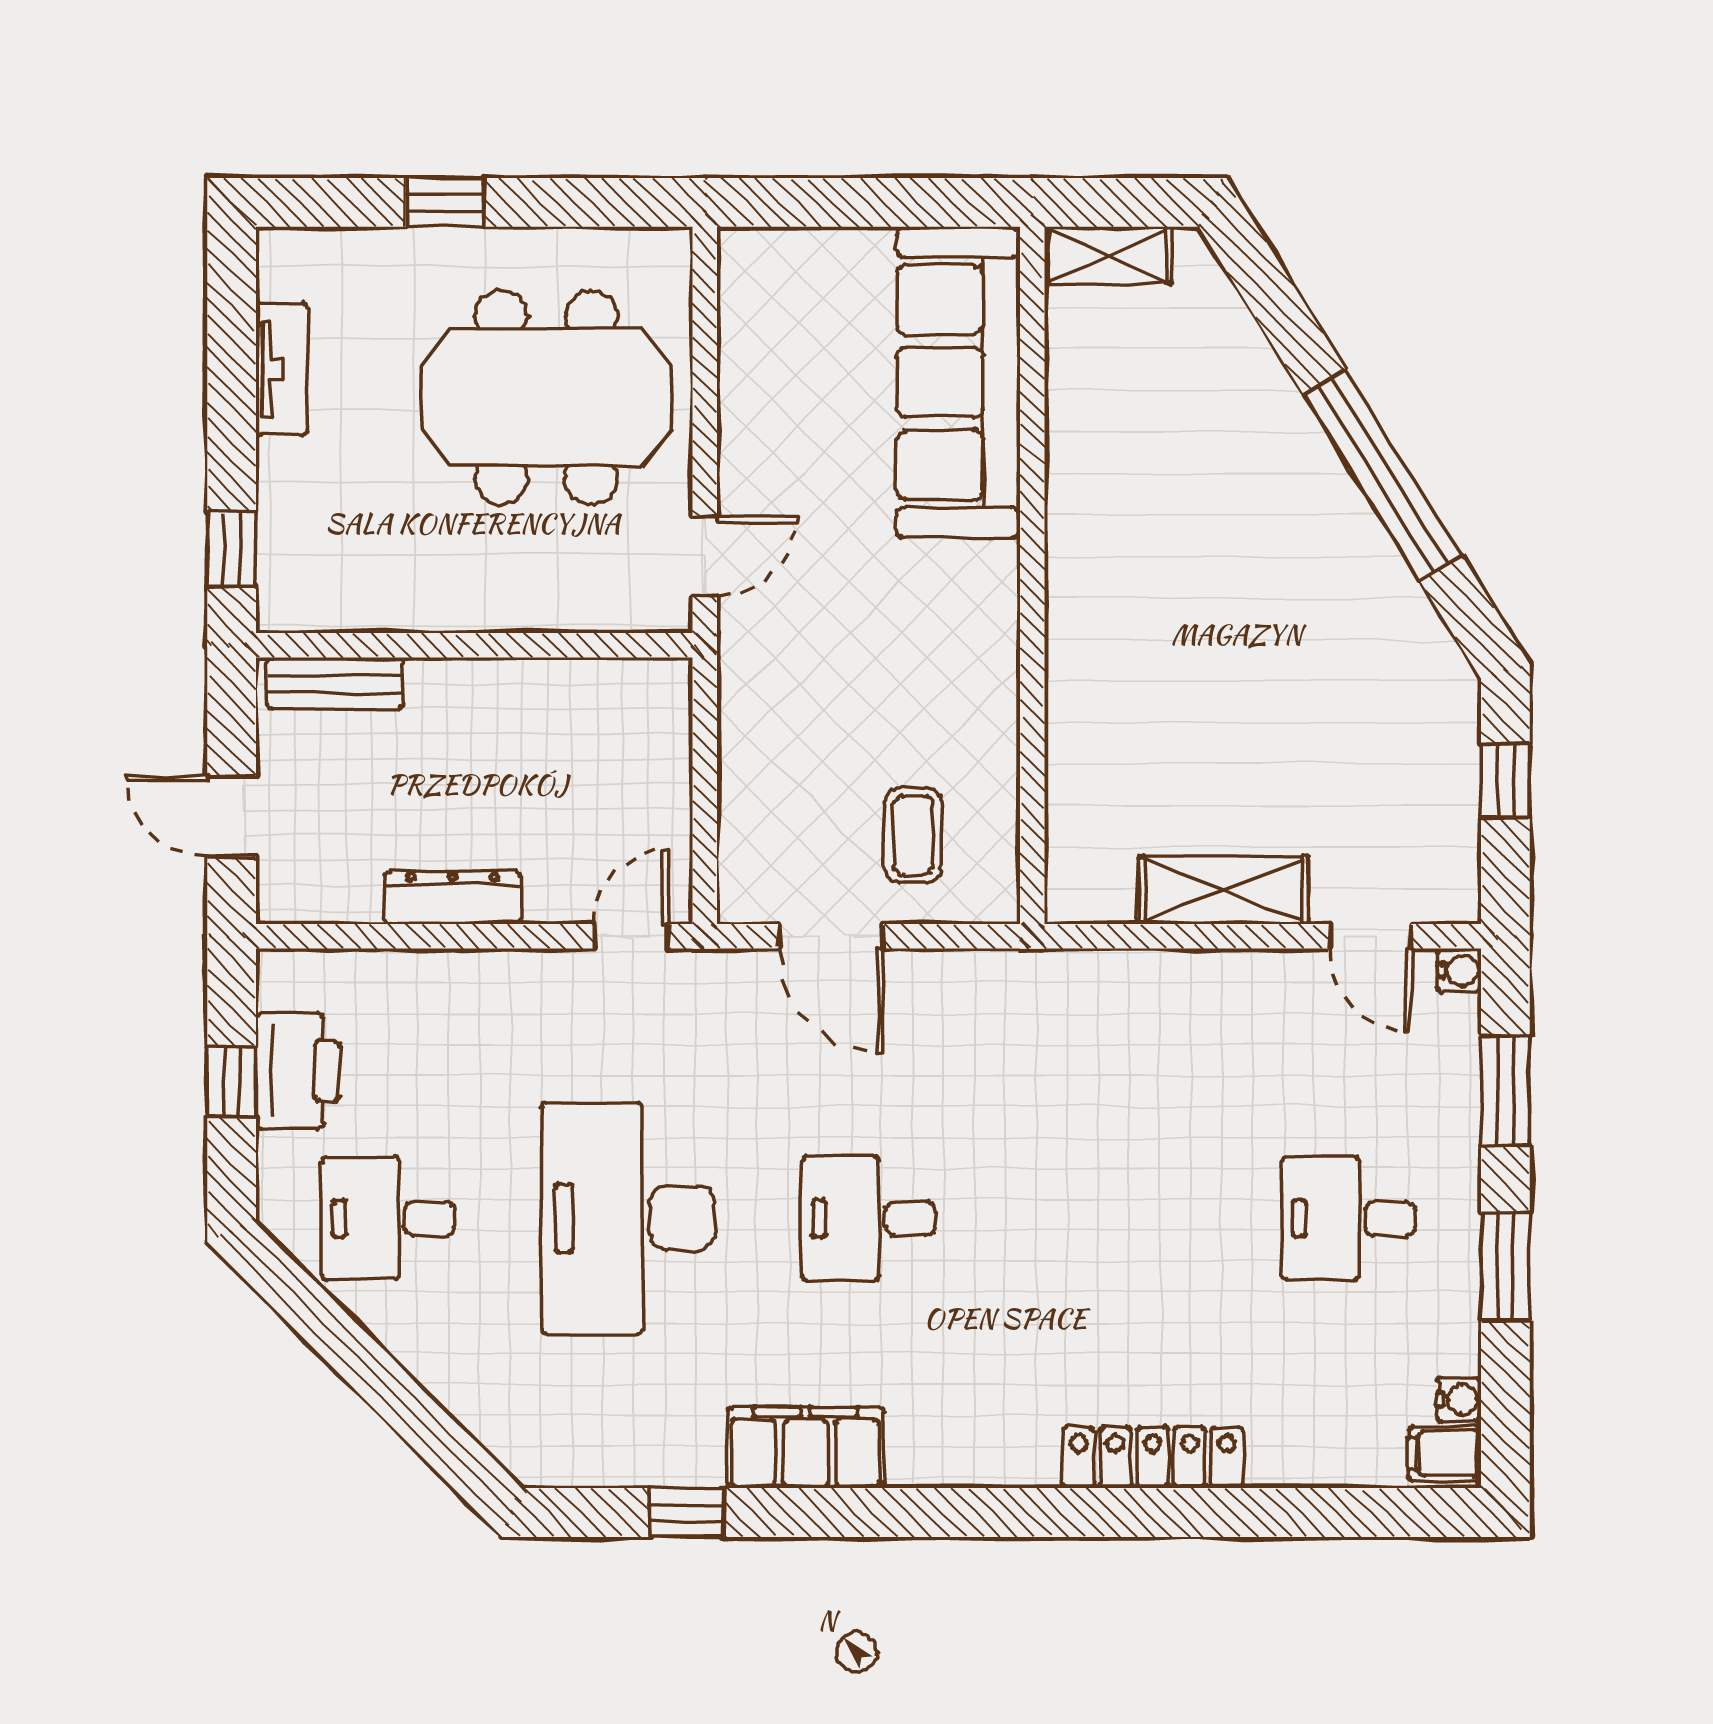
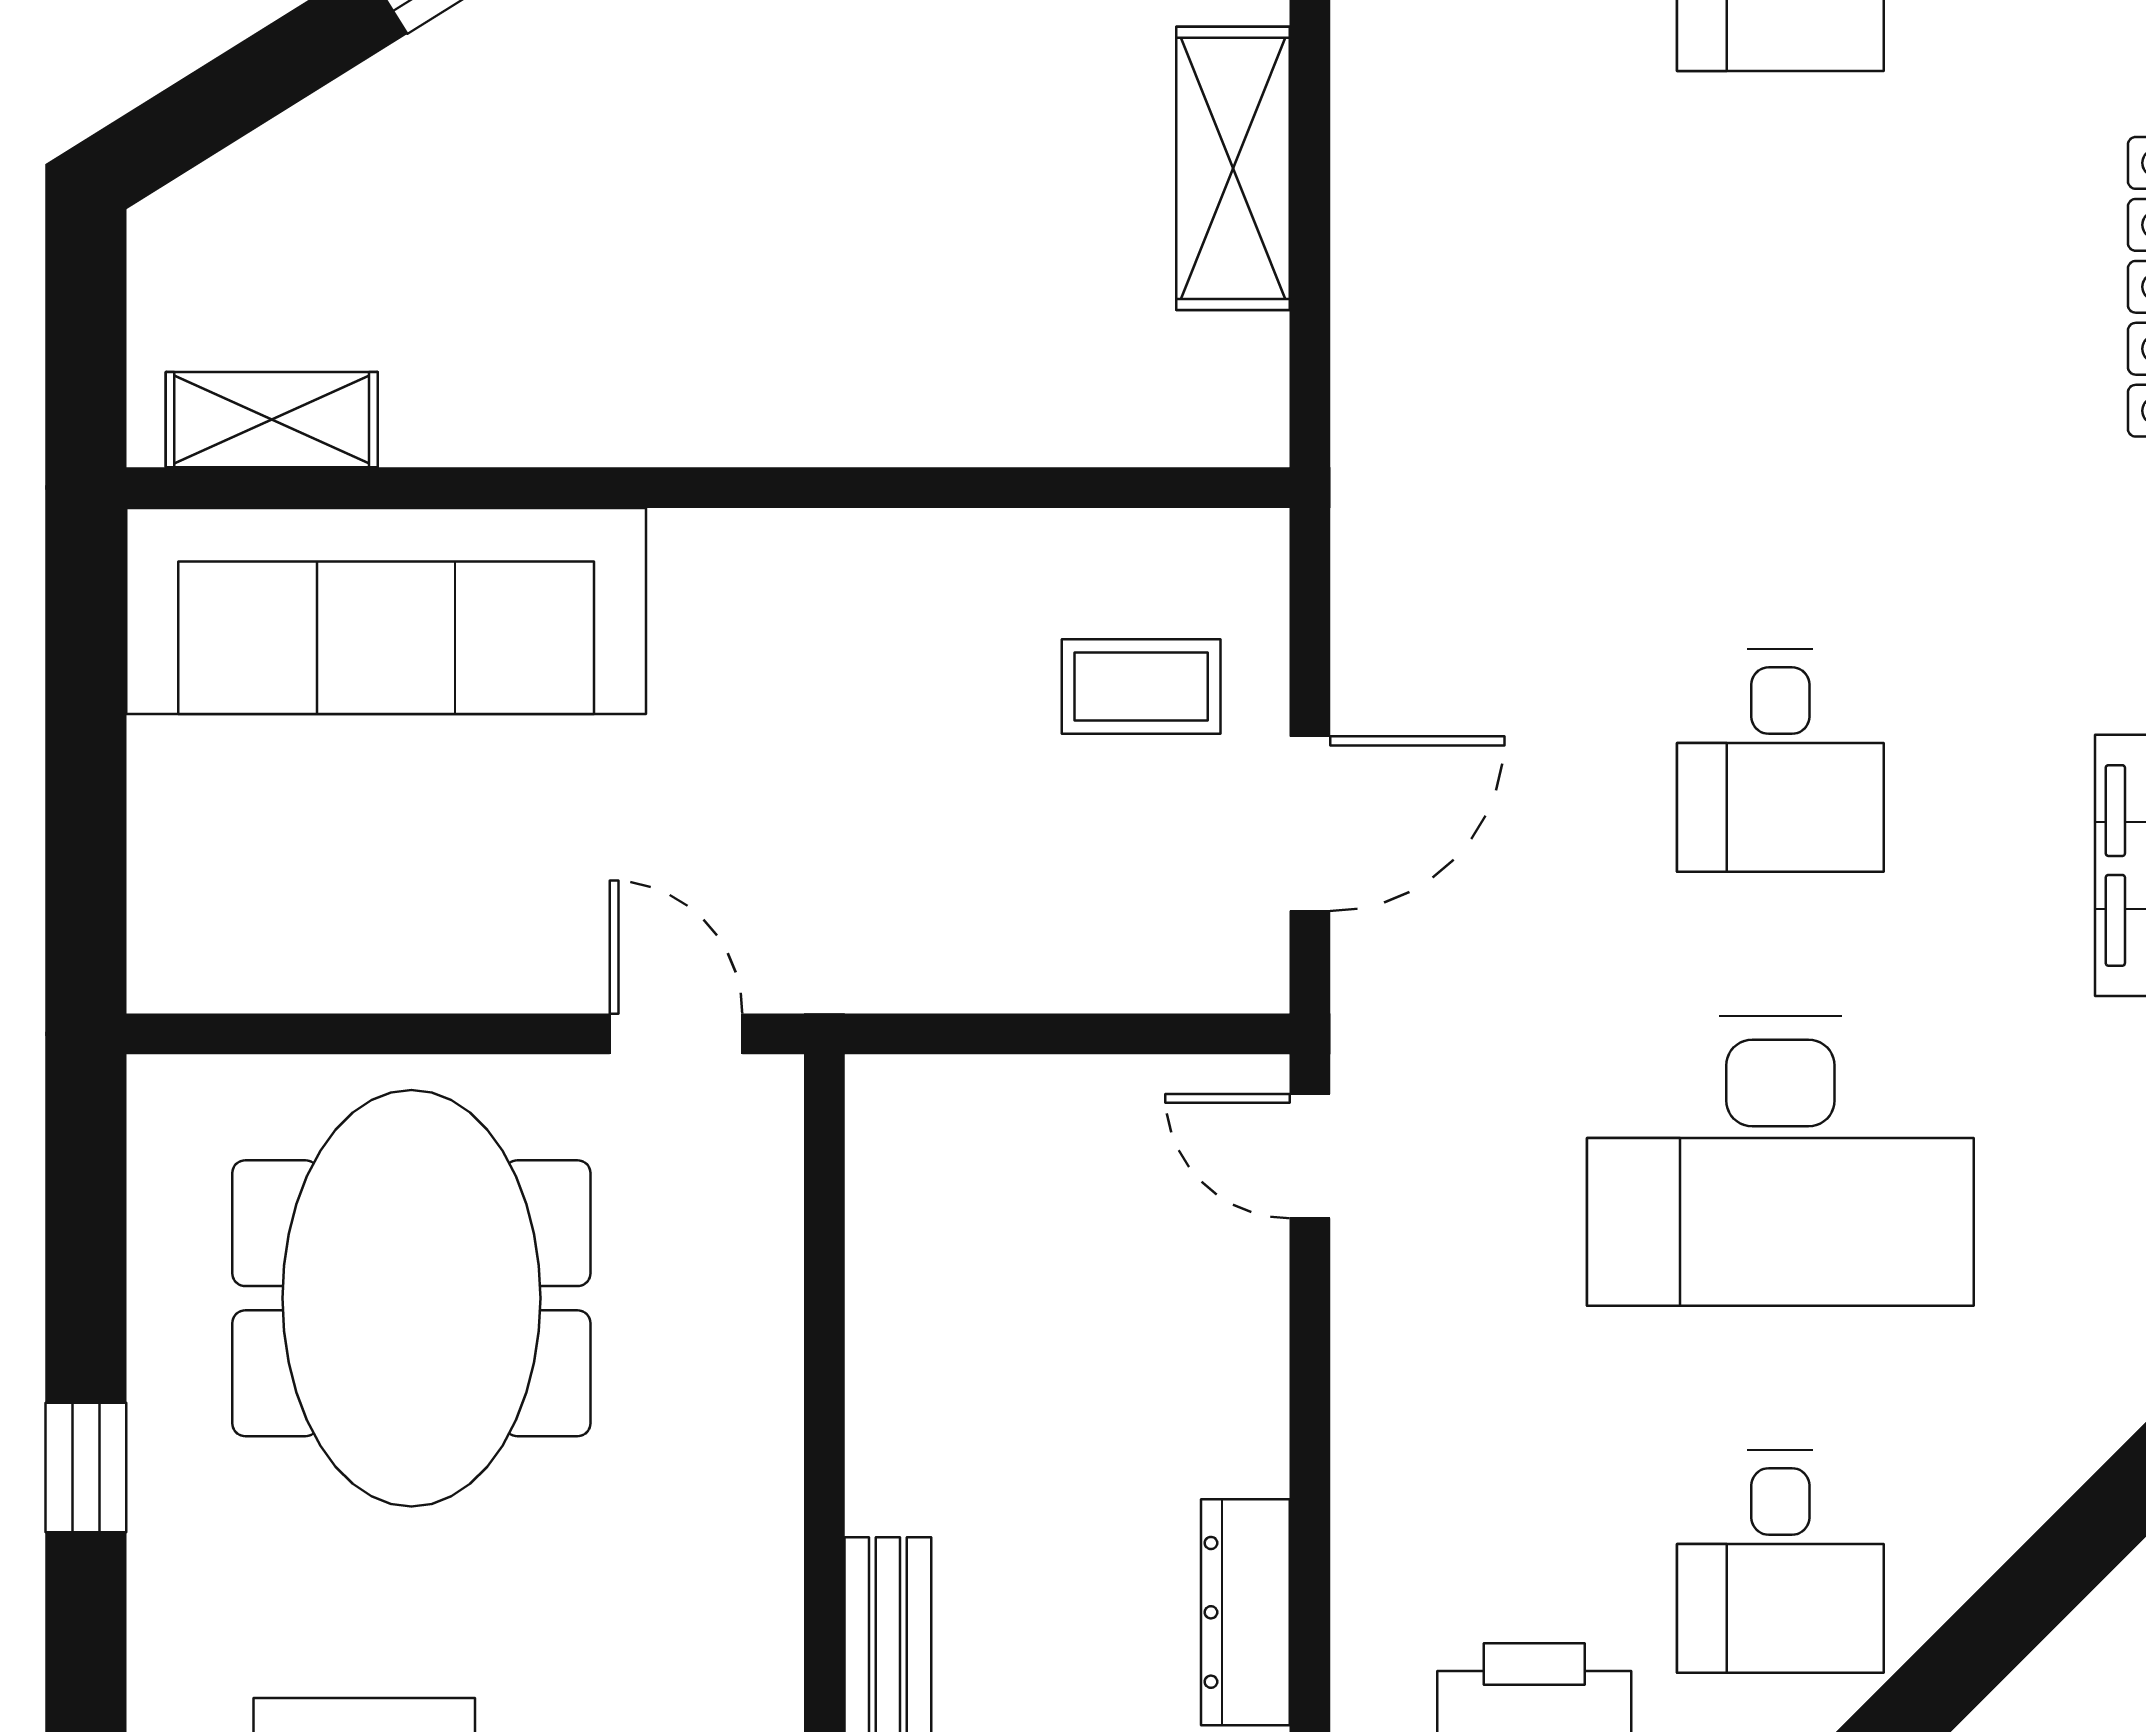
shelving: (1108, 255) -> (272, 420), moved, turned 90
dresser: (453, 898) -> (1245, 1612), moved

